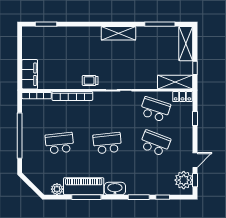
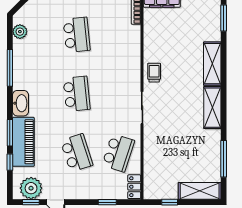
shelving: (175, 82) -> (212, 64), moved
bookcase: (72, 96) -> (135, 51), removed
school desk: (155, 143) -> (77, 153), turned -39
piano: (84, 186) -> (23, 142), moved

